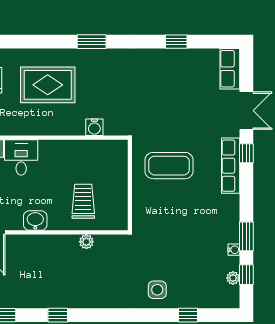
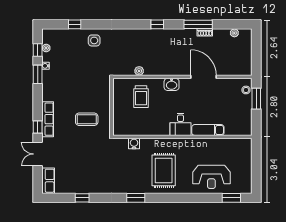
rug: (48, 85) -> (164, 170), turned 90
coffee table: (169, 166) -> (87, 119), width x0.73, depth x0.76

